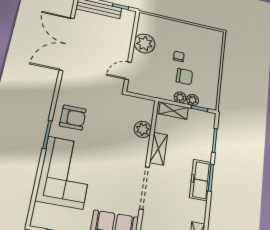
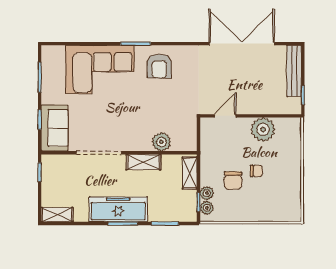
door: (128, 71) -> (225, 116), hinge flipped
plant: (180, 97) -> (207, 208), moved
freezer: (200, 180) -> (118, 209), width x1.36, depth x1.26

